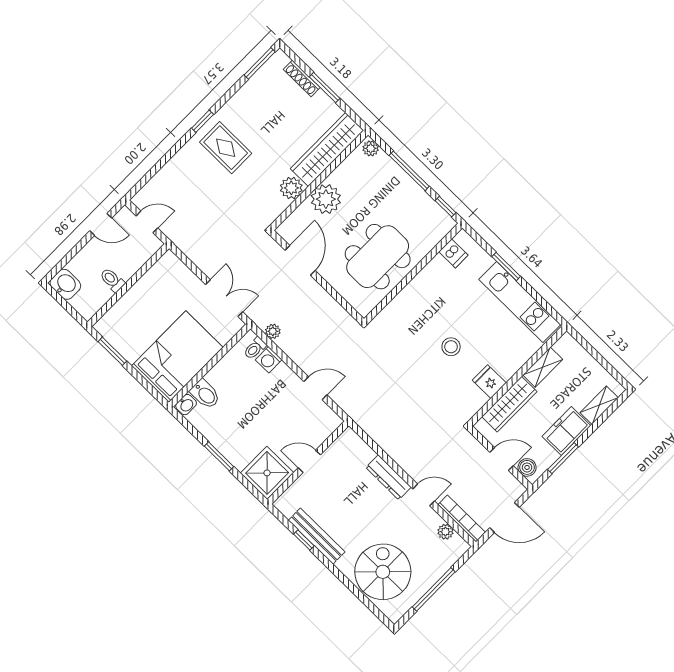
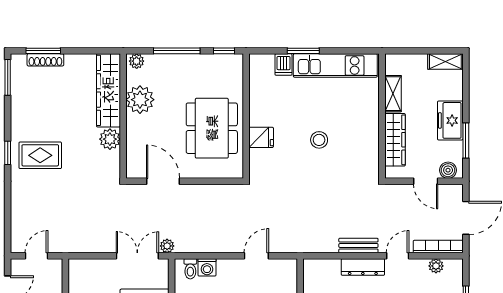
window: (325, 88) -> (43, 51), moved
plant: (326, 199) -> (140, 100), moved
dishwasher: (453, 253) -> (284, 65), moved, turned 90
plant: (273, 331) -> (167, 246), moved
fridge: (489, 382) -> (261, 137), moved, turned 180
shelving: (599, 405) -> (445, 62), moved, turned 90
bench: (401, 457) -> (358, 245), added
door: (501, 459) -> (426, 181), swing flipped

